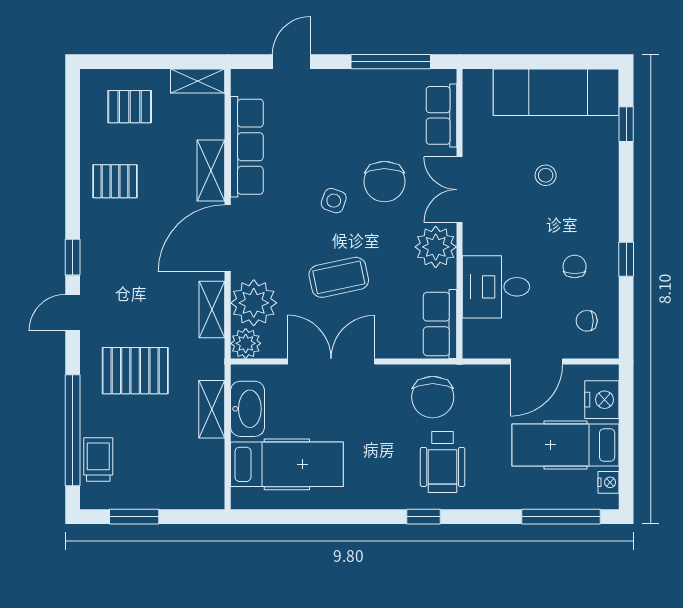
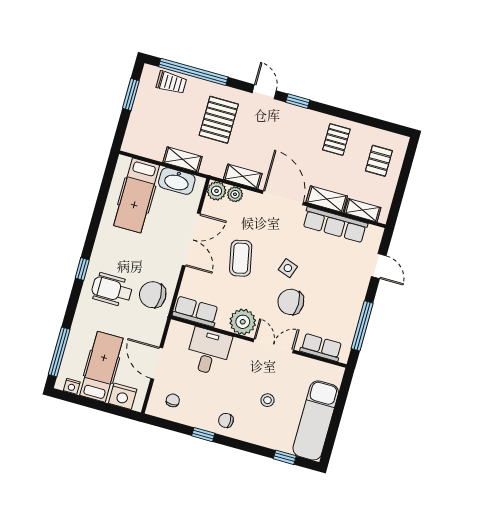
shelving: (198, 81) -> (363, 210), moved, turned 90
chair: (575, 266) -> (226, 420), moved, turned 180
plant: (254, 303) -> (235, 194), width x0.53, depth x0.53

